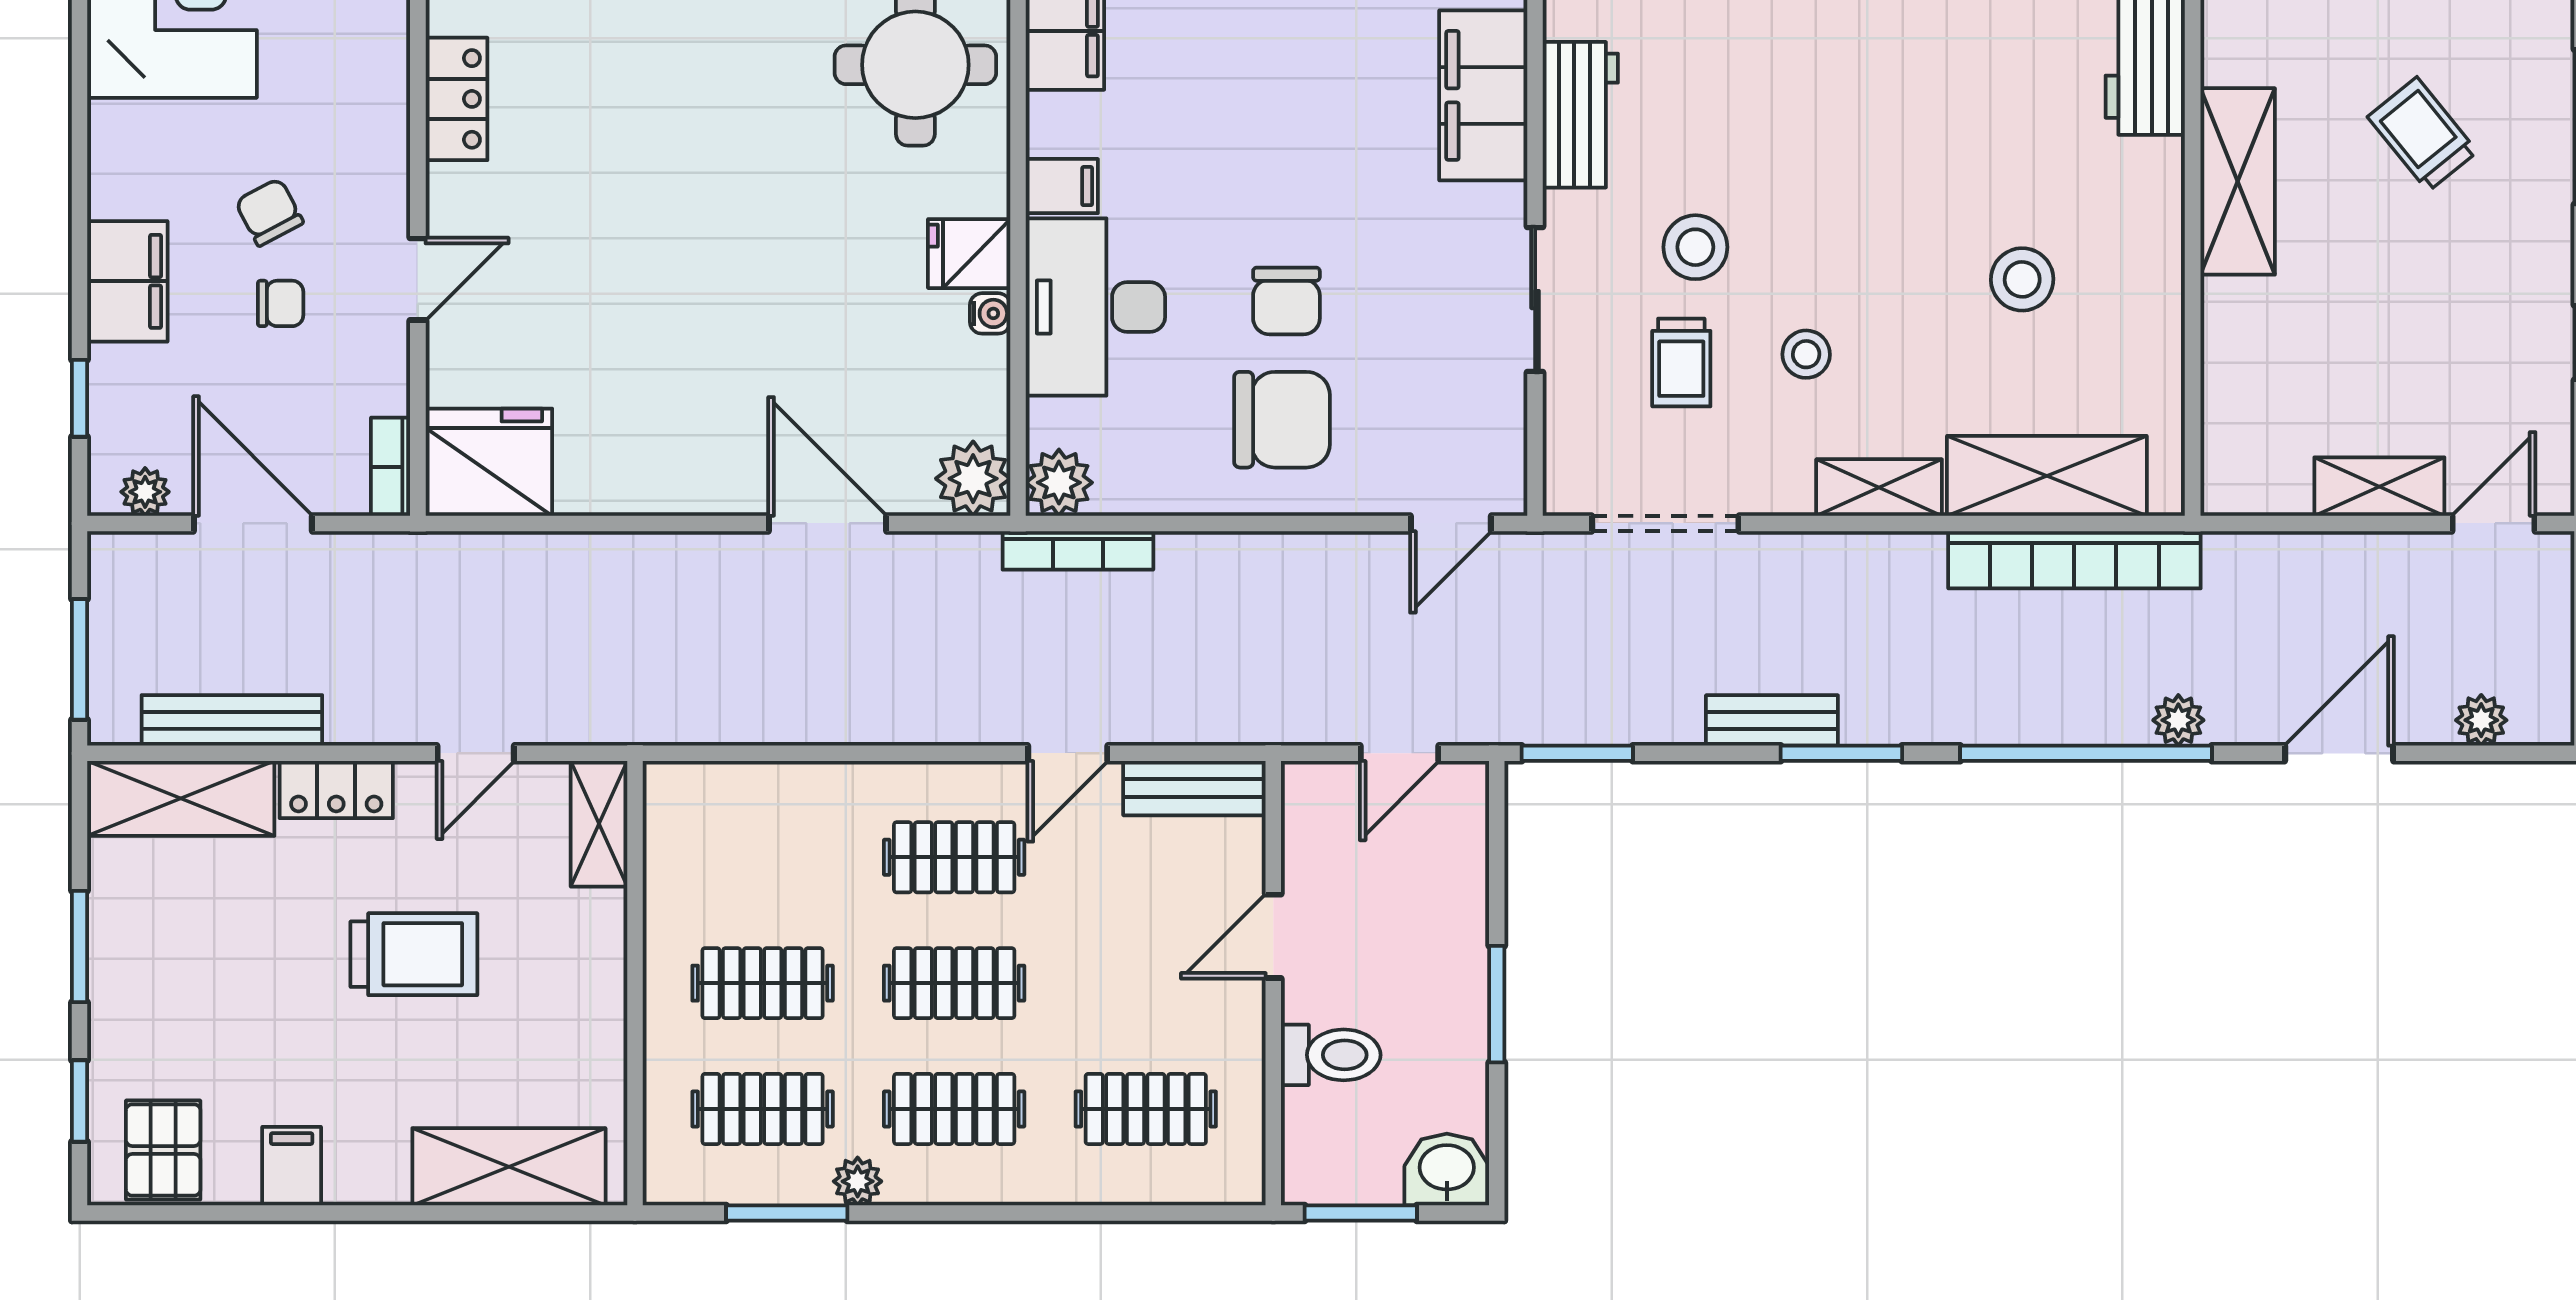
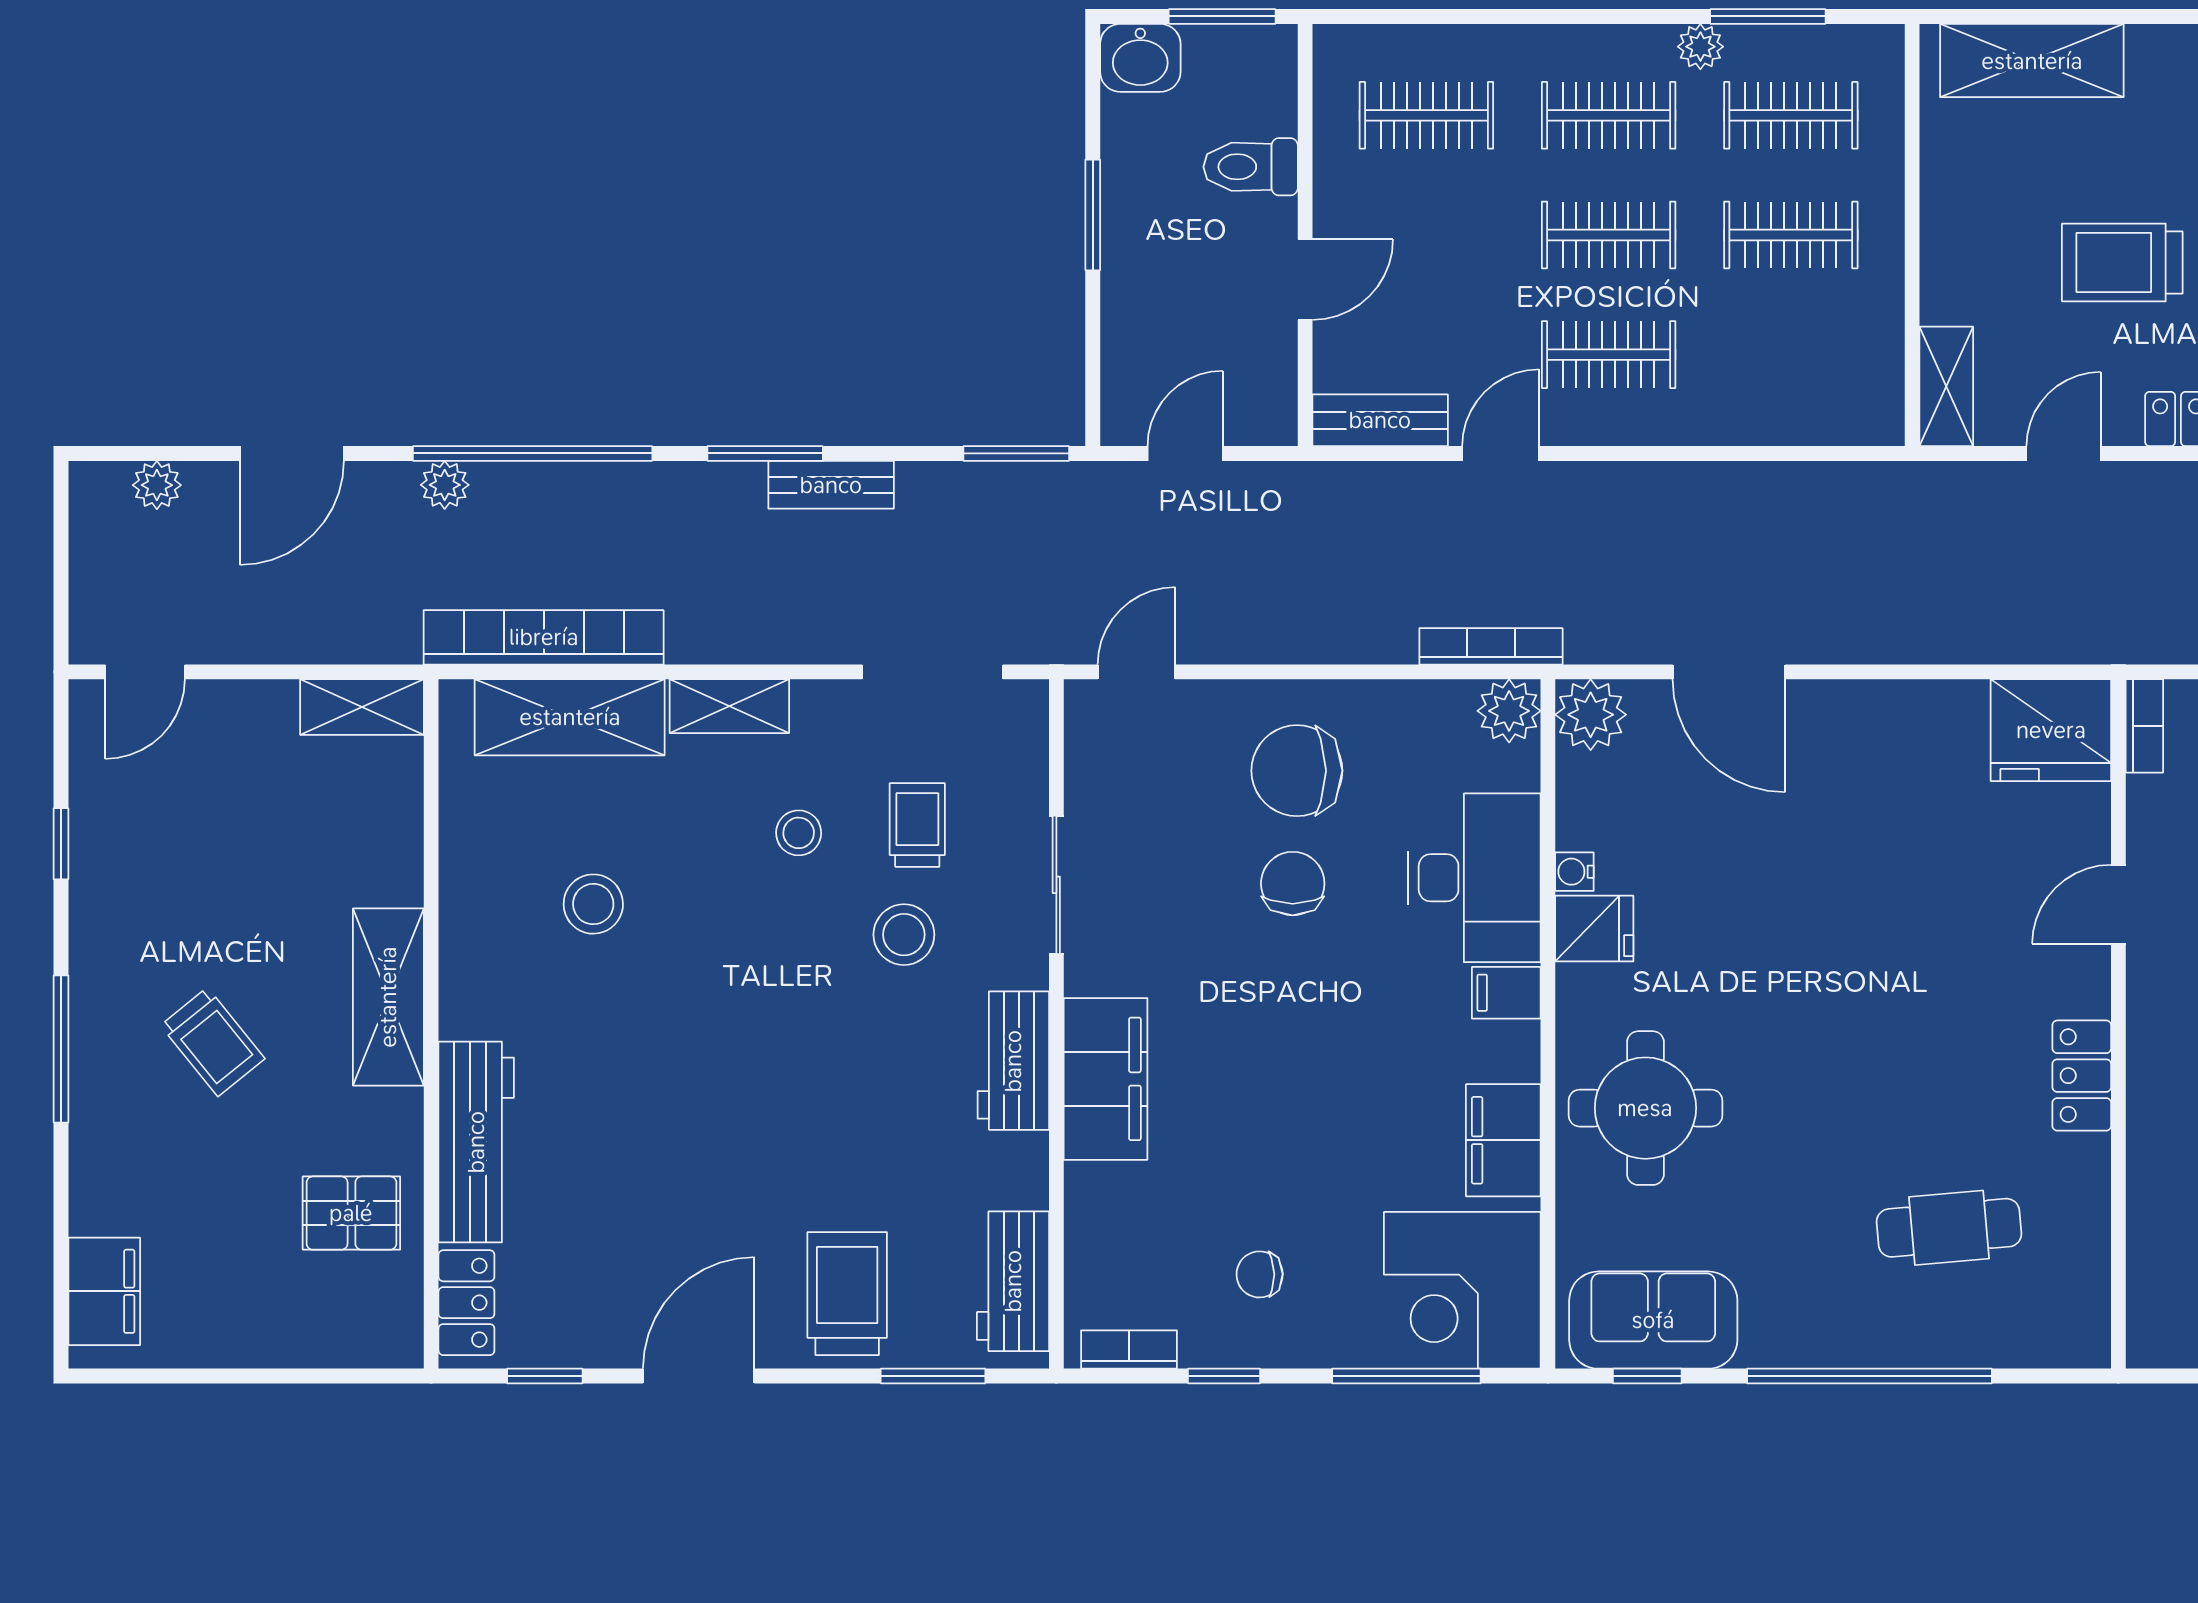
shelving: (2379, 487) -> (362, 707), moved

